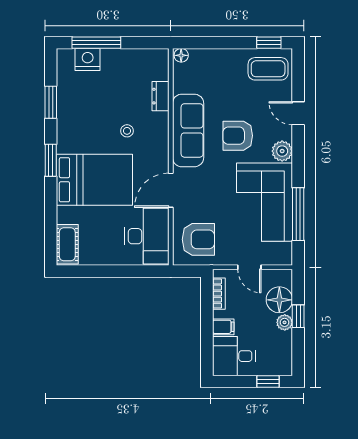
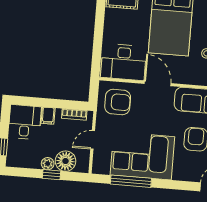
plant: (282, 151) -> (181, 173), removed
armchair: (198, 239) -> (118, 102), turned -90

